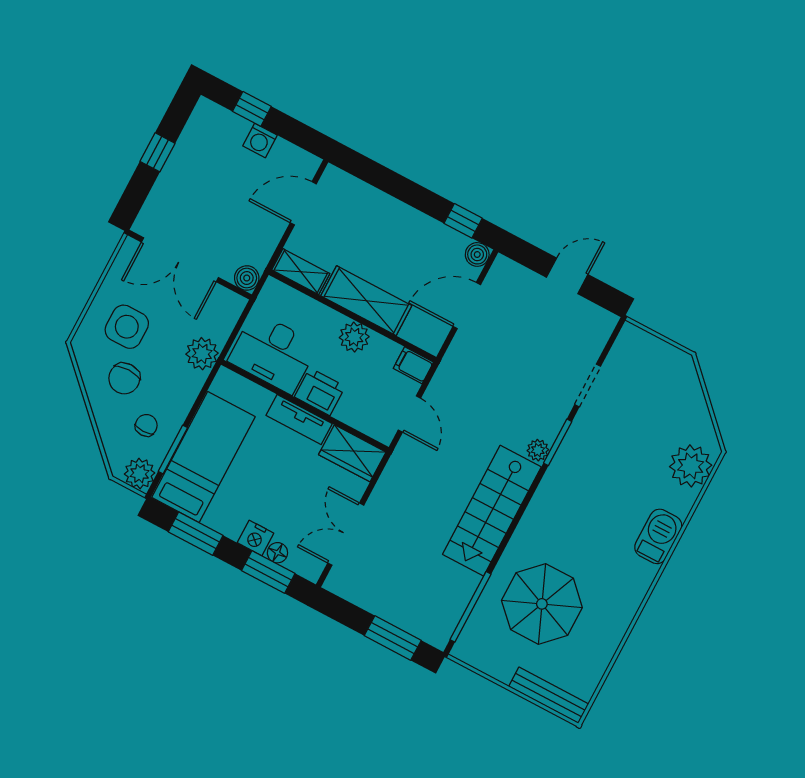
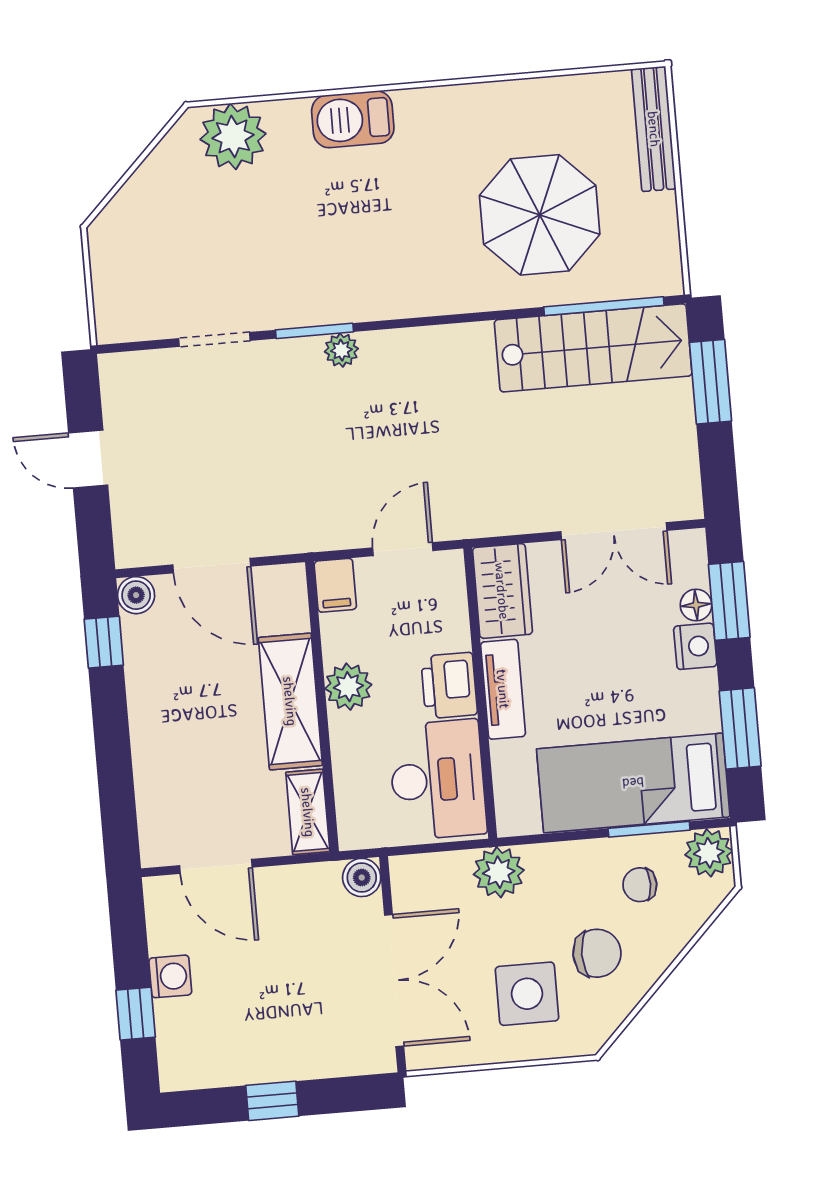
stairs: (492, 511) -> (593, 348), moved

